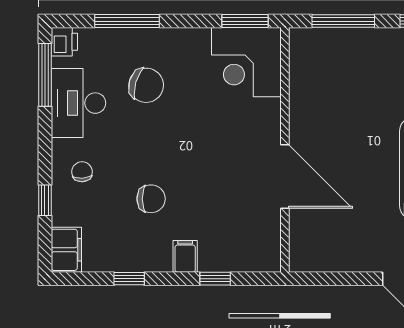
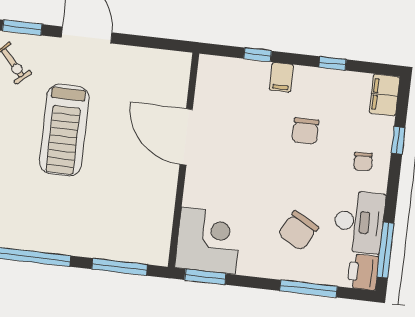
printer: (64, 42) -> (363, 272), width x1.36, depth x1.24
chair: (146, 85) -> (298, 231), turned -77
chair: (151, 199) -> (305, 131), turned -90

